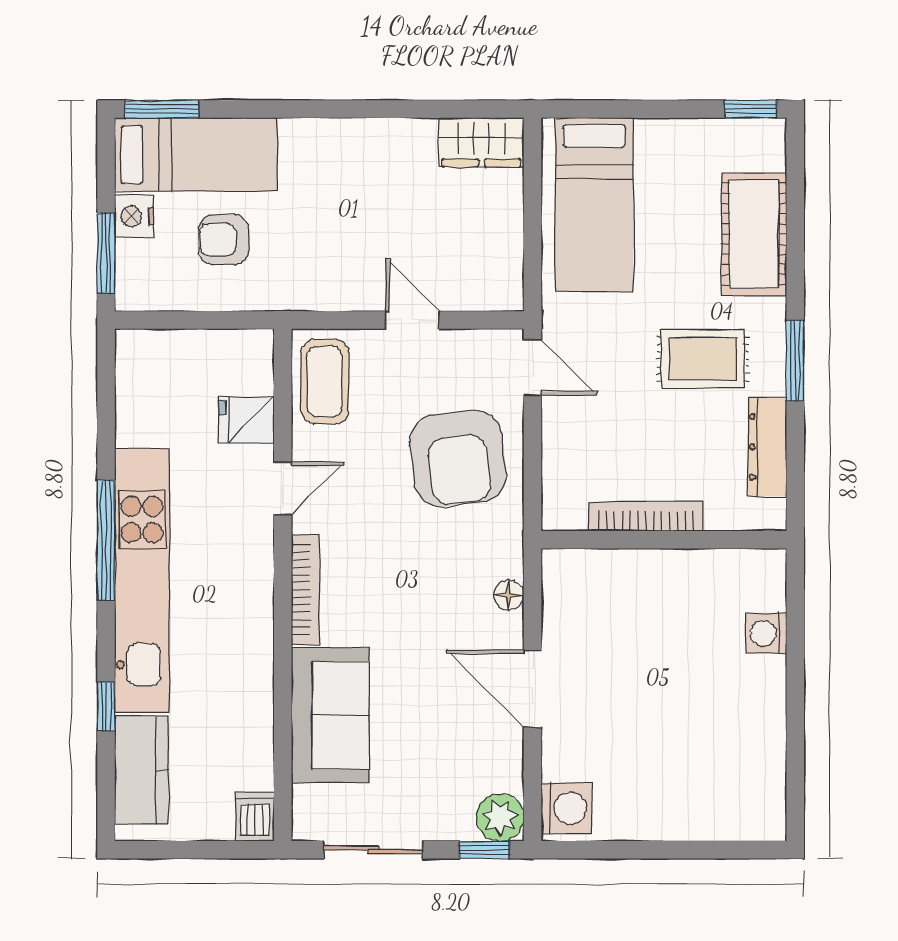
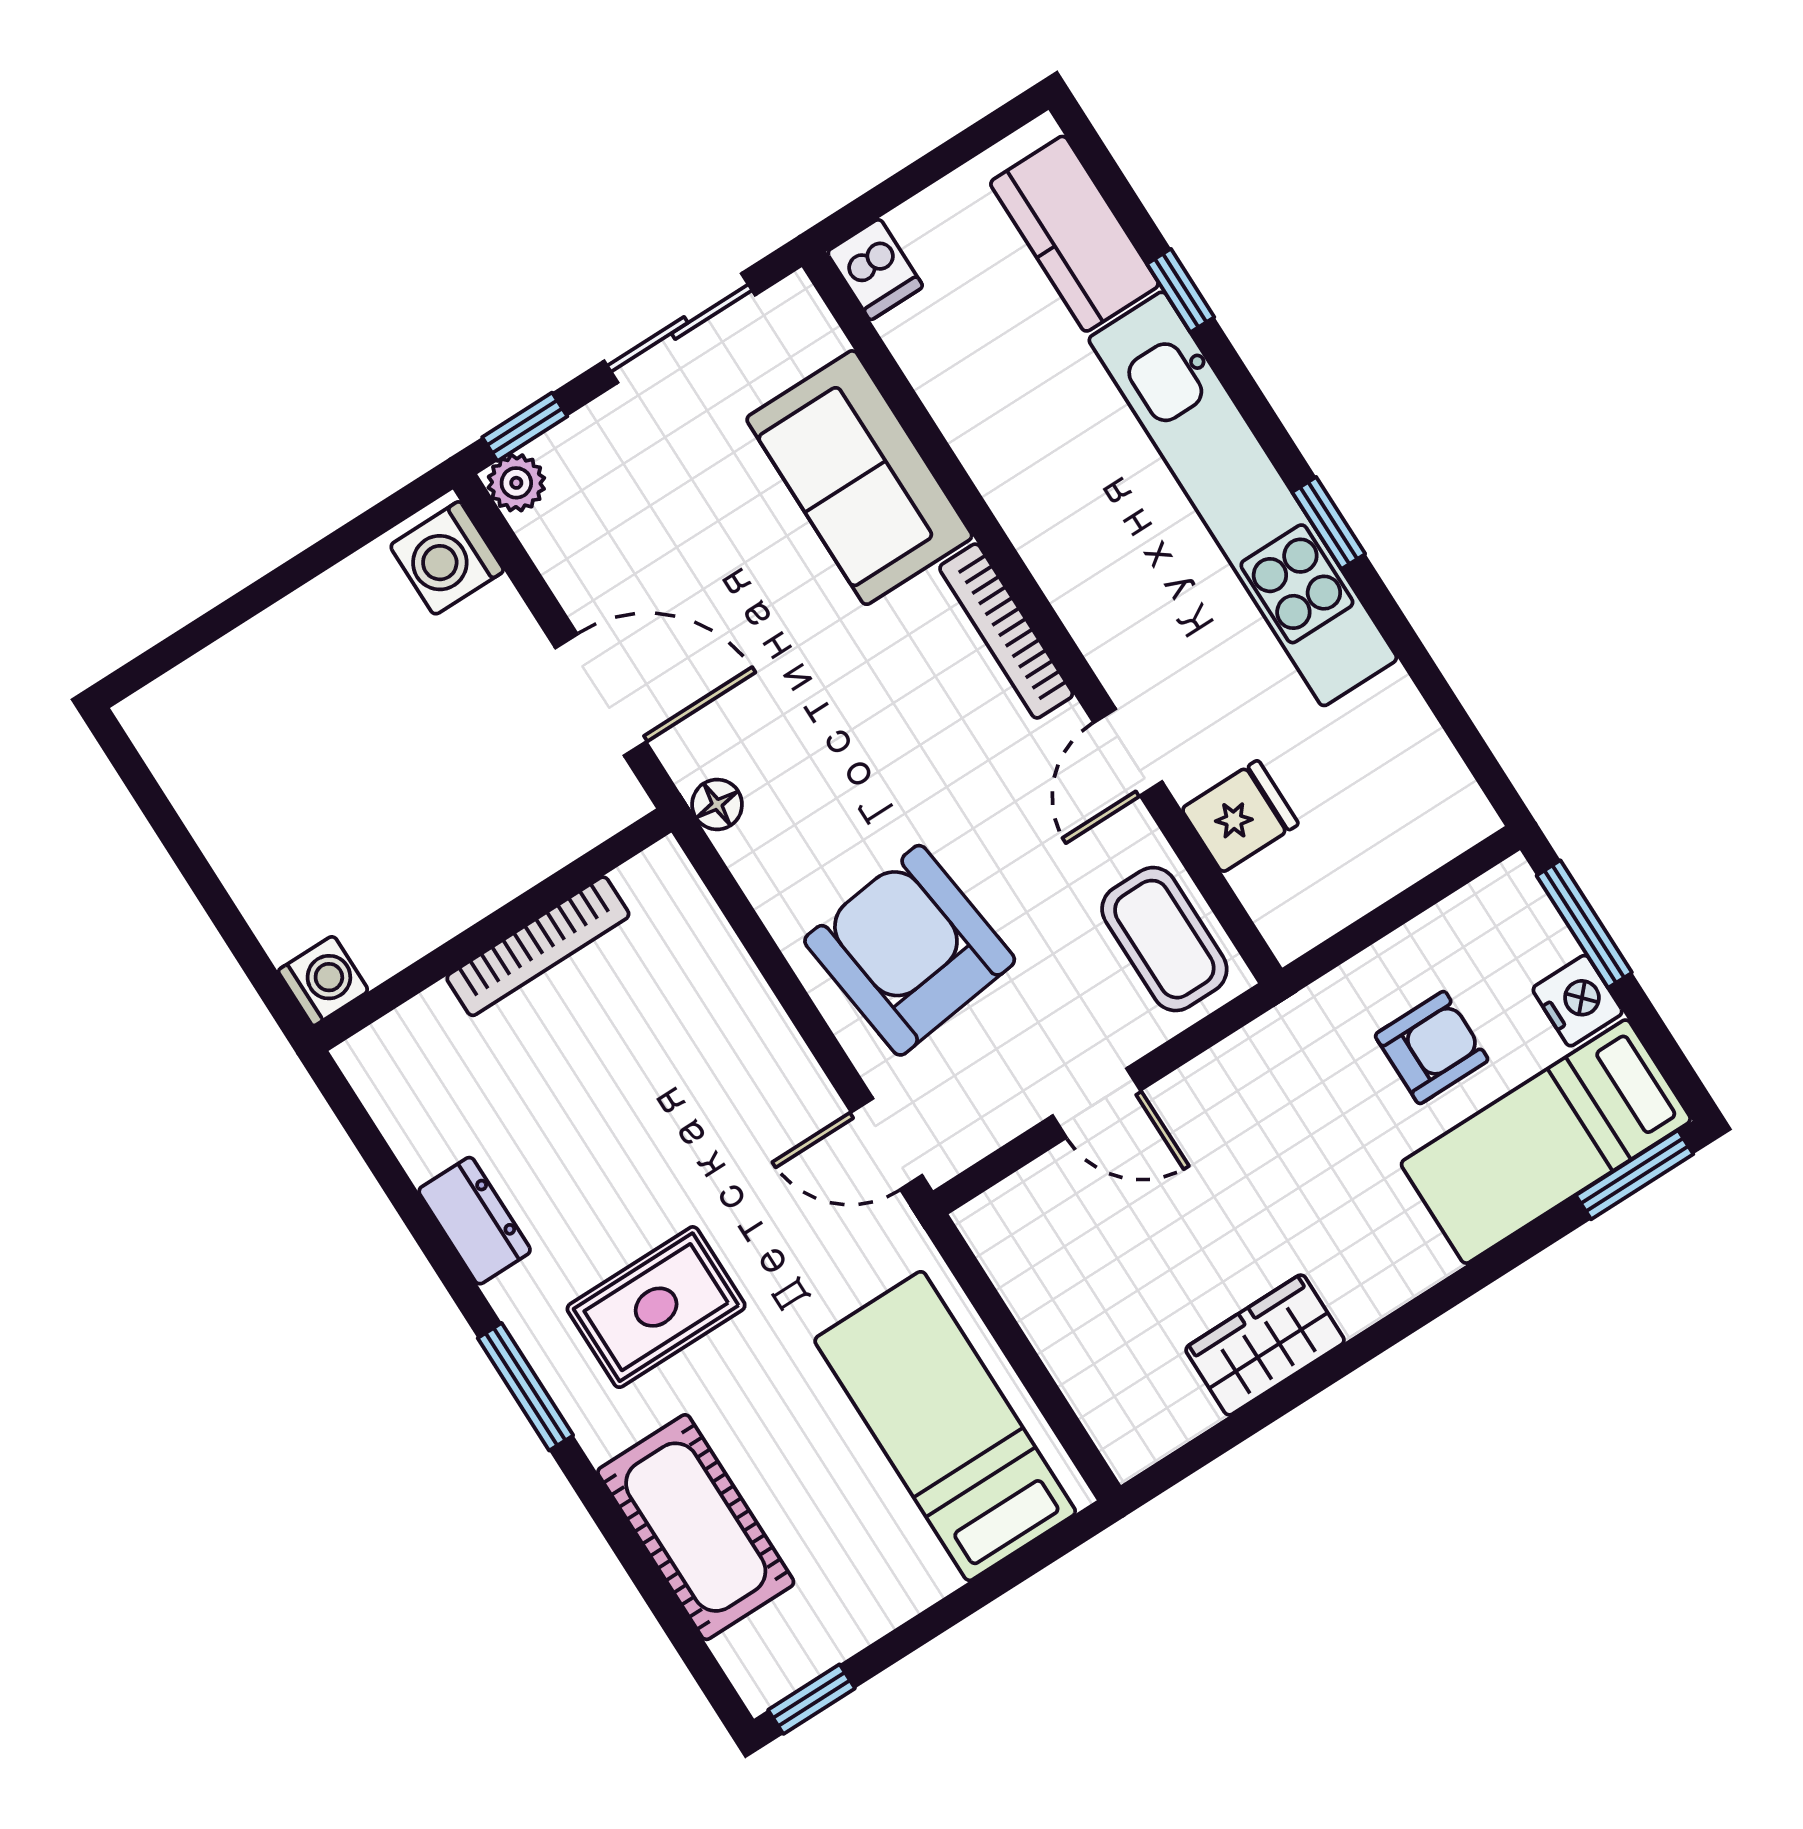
wardrobe: (481, 142) -> (1265, 1345), moved
dresser: (767, 447) -> (475, 1221), width x0.70
bookcase: (646, 516) -> (538, 946), moved
window: (106, 540) -> (1329, 523), width x0.46
wall: (664, 540) -> (492, 930), moved
plant: (500, 818) -> (516, 483), width x0.73, depth x0.73

